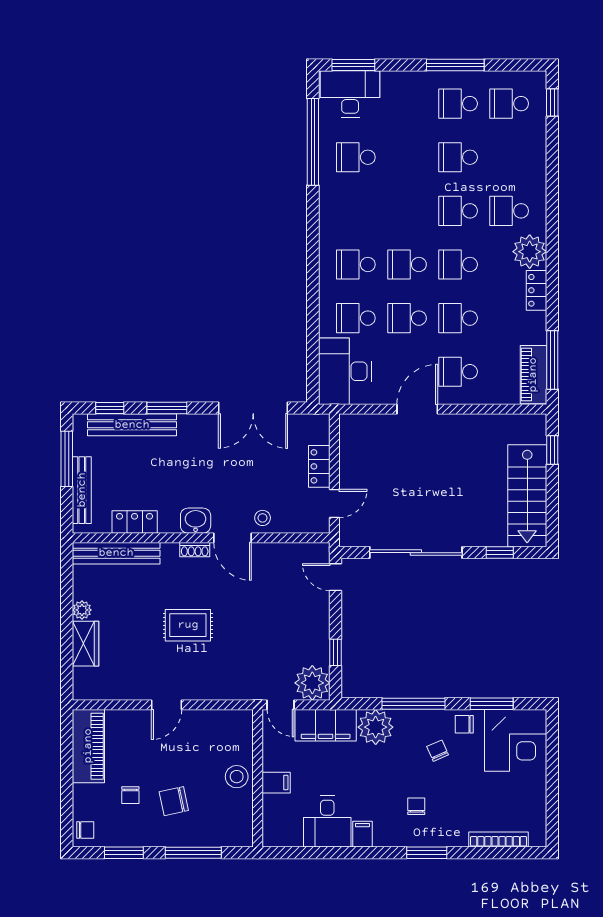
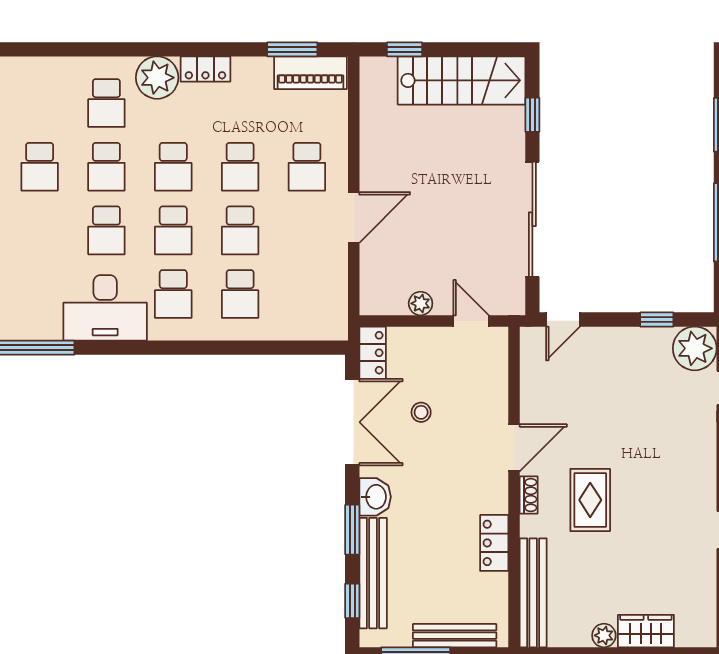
school desk: (356, 157) -> (106, 230), moved
window: (552, 360) -> (292, 49), width x0.69
desk: (345, 371) -> (105, 308), moved
door: (417, 409) -> (354, 217), swing flipped
plant: (348, 463) -> (421, 303), added
locker: (319, 466) -> (373, 353), moved, turned -90
stool: (263, 518) -> (421, 412), moved
washbasin: (196, 521) -> (375, 497), moved, turned 180
locker: (135, 522) -> (494, 543), moved
rug: (188, 625) -> (590, 500), moved

